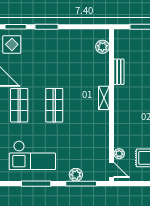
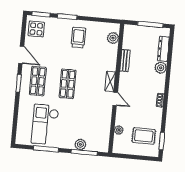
trolley: (62, 50) -> (78, 37), added
checkout: (32, 155) -> (45, 125), turned 90
door: (112, 170) -> (115, 99), moved

